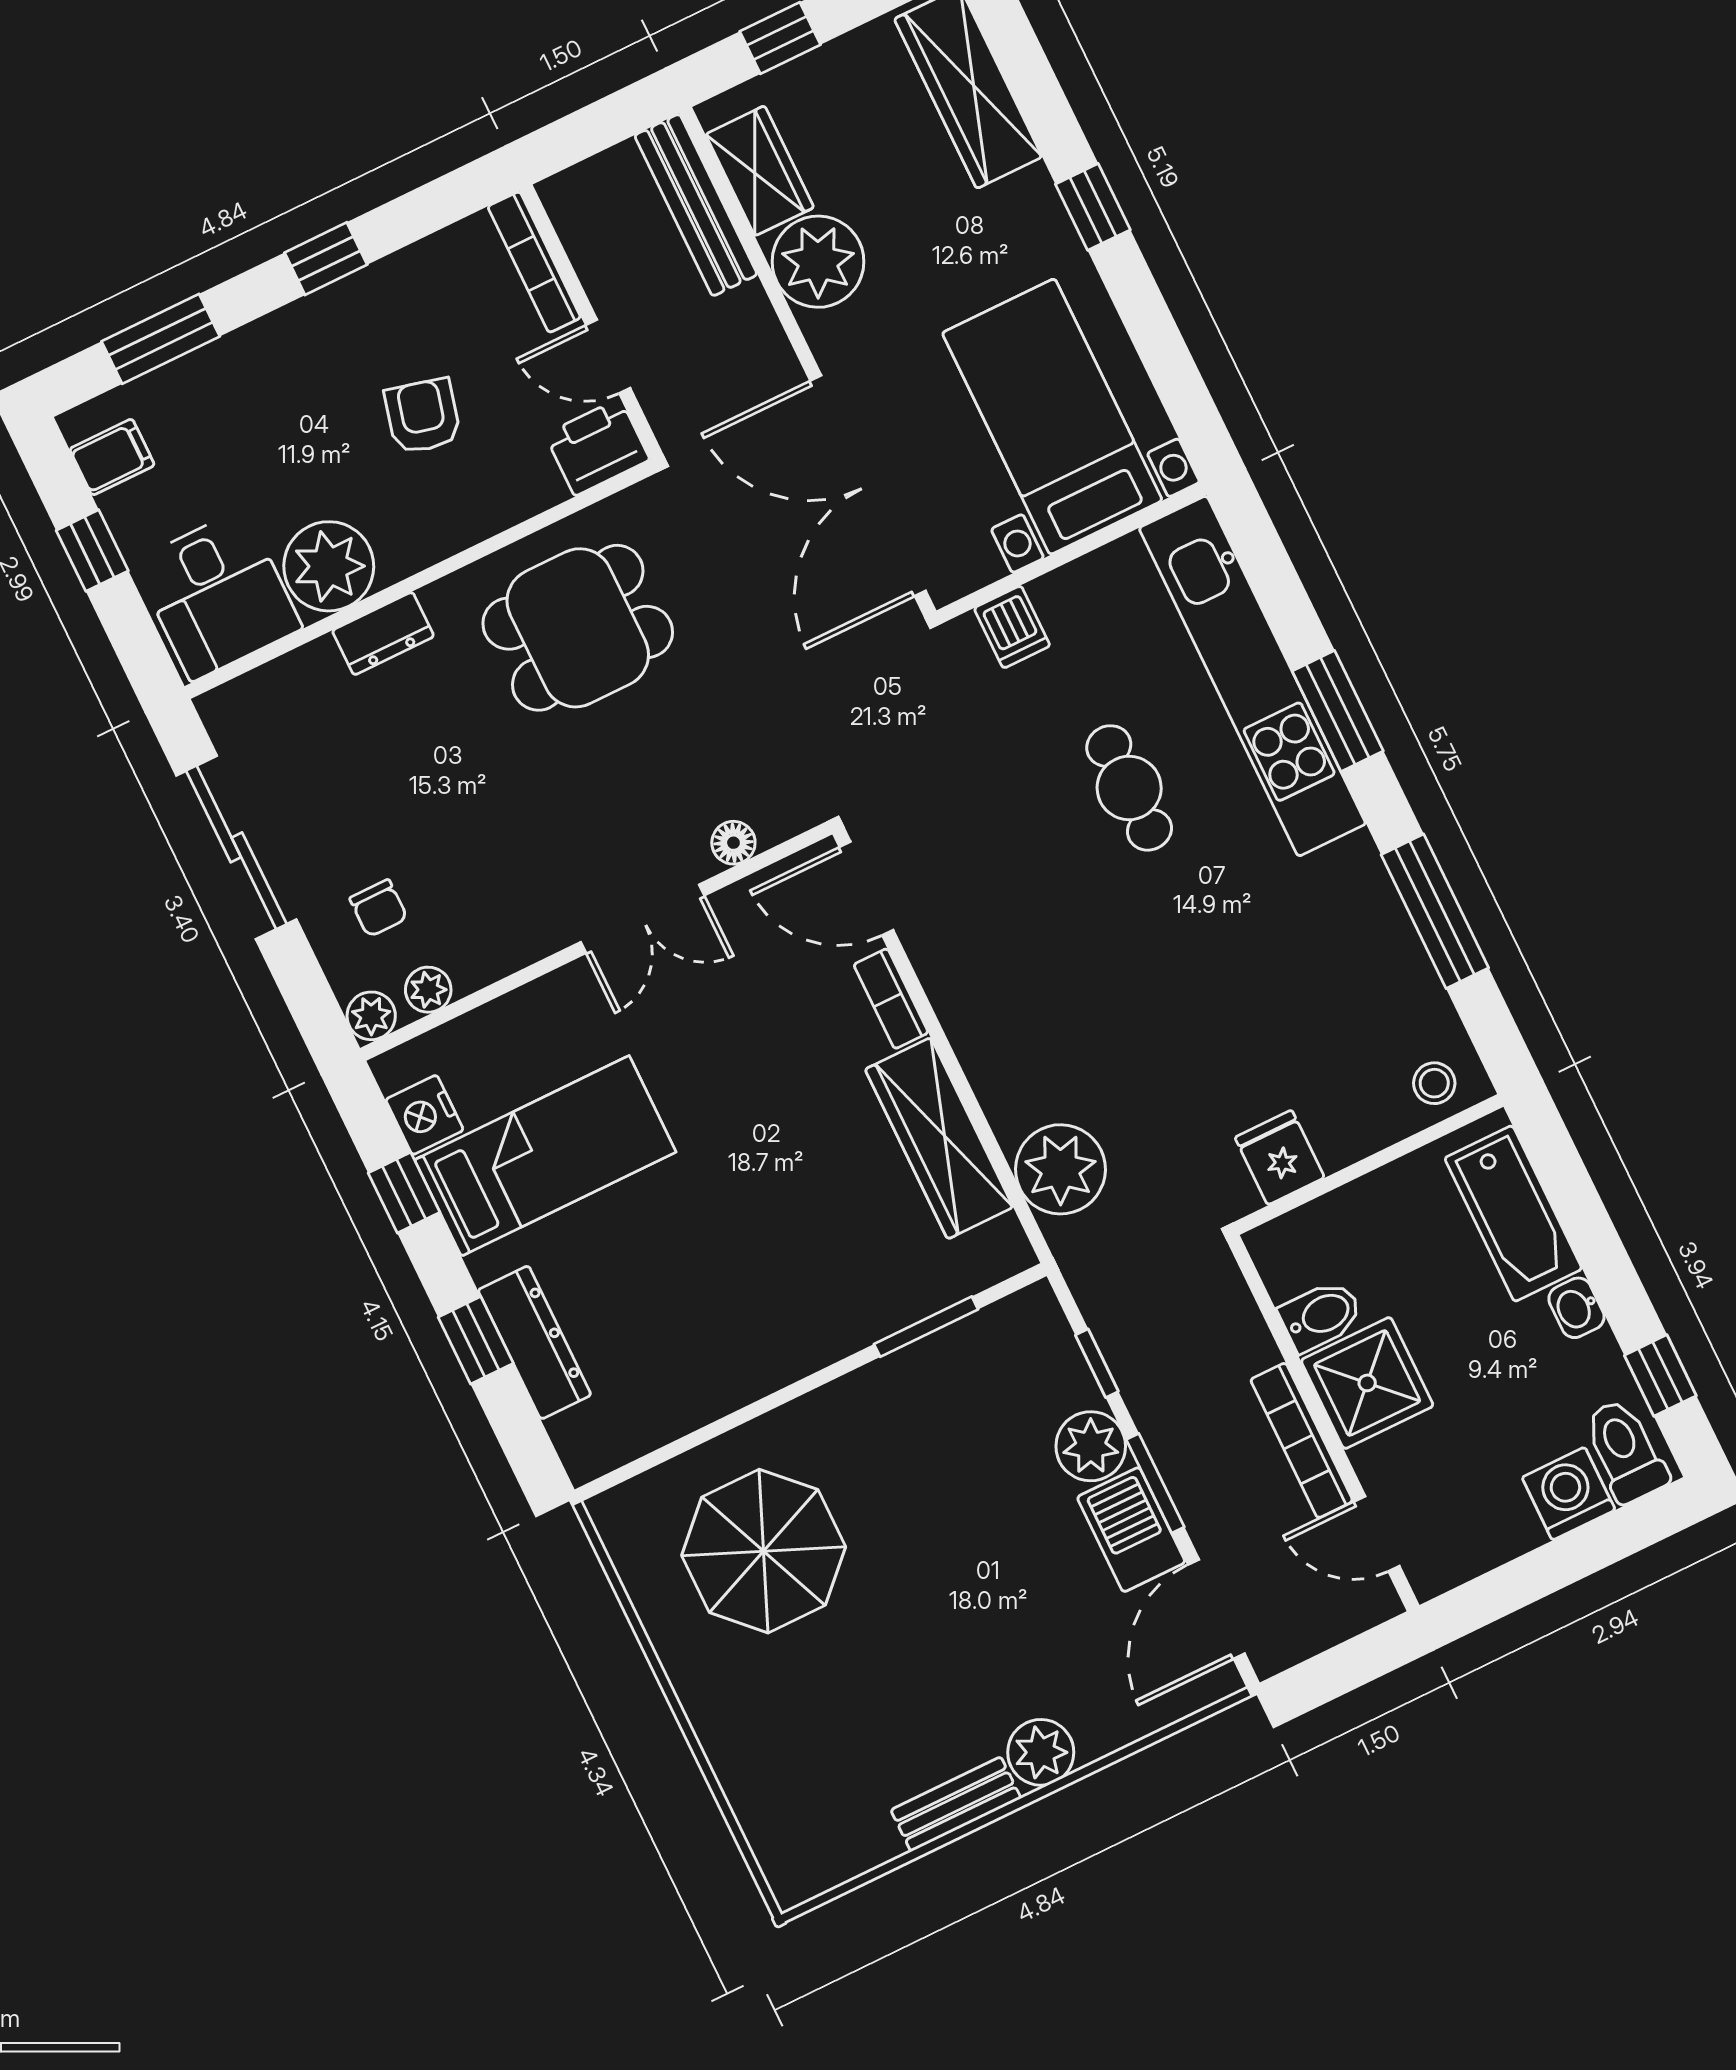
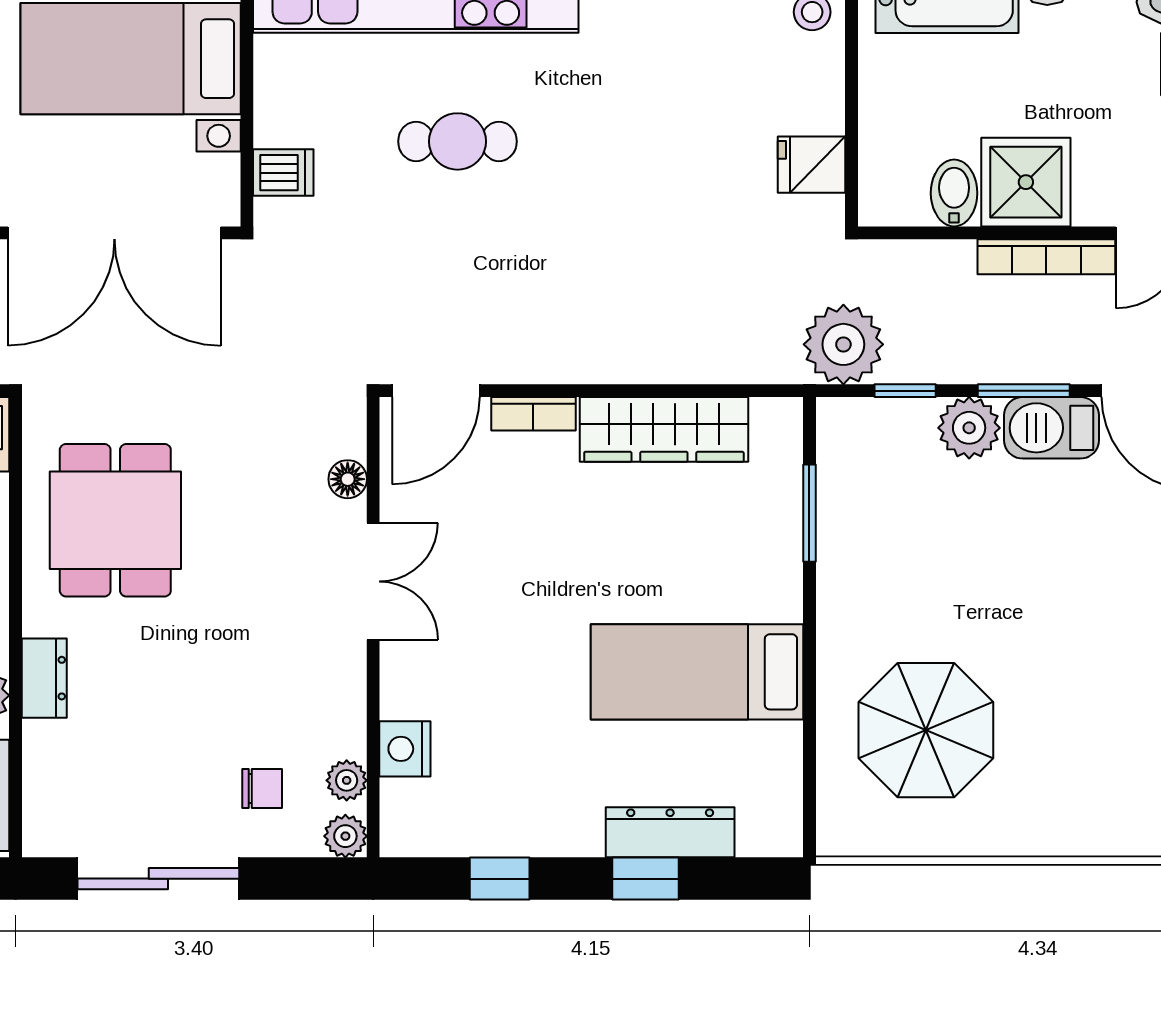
nightstand: (424, 1115) -> (405, 749), moved, turned 90
bed: (545, 1156) -> (697, 672), moved, turned -90
plant: (1060, 1169) -> (843, 344), moved

